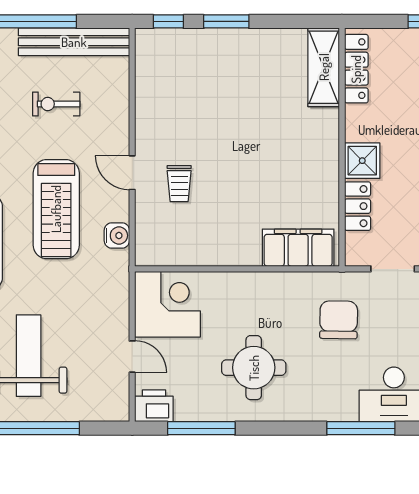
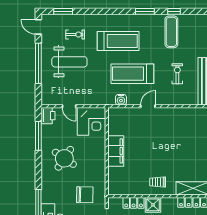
trolley: (179, 184) -> (158, 182), moved
filing cabinet: (298, 248) -> (116, 151), moved
door: (132, 357) -> (69, 106), hinge flipped
round table: (254, 368) -> (64, 158), turned 34

